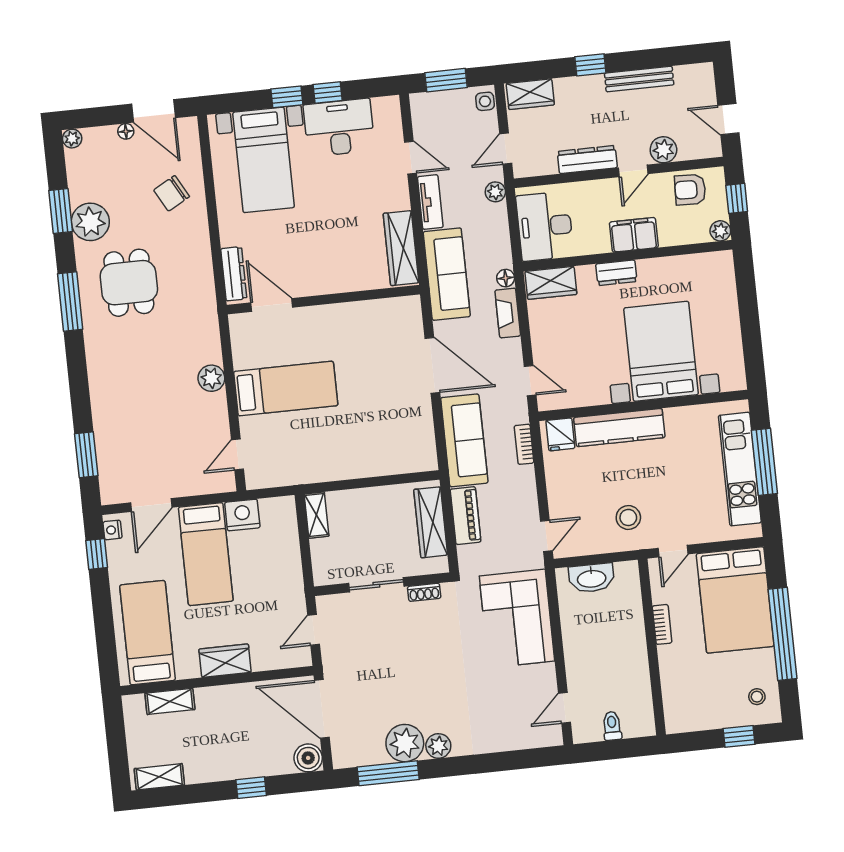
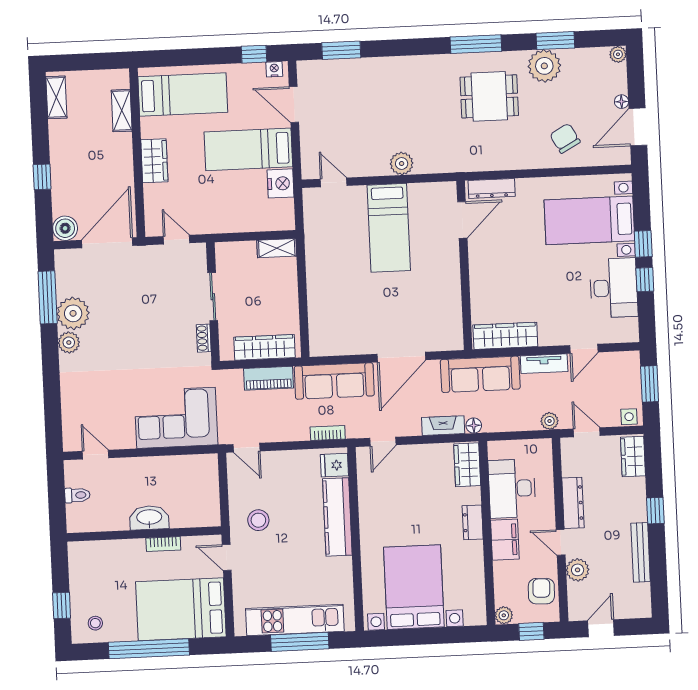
desk: (545, 226) -> (512, 489), moved, turned -90
bed with nightstands: (661, 351) -> (414, 587), moved, turned -90
washbasin: (592, 578) -> (149, 518), moved, turned 90

